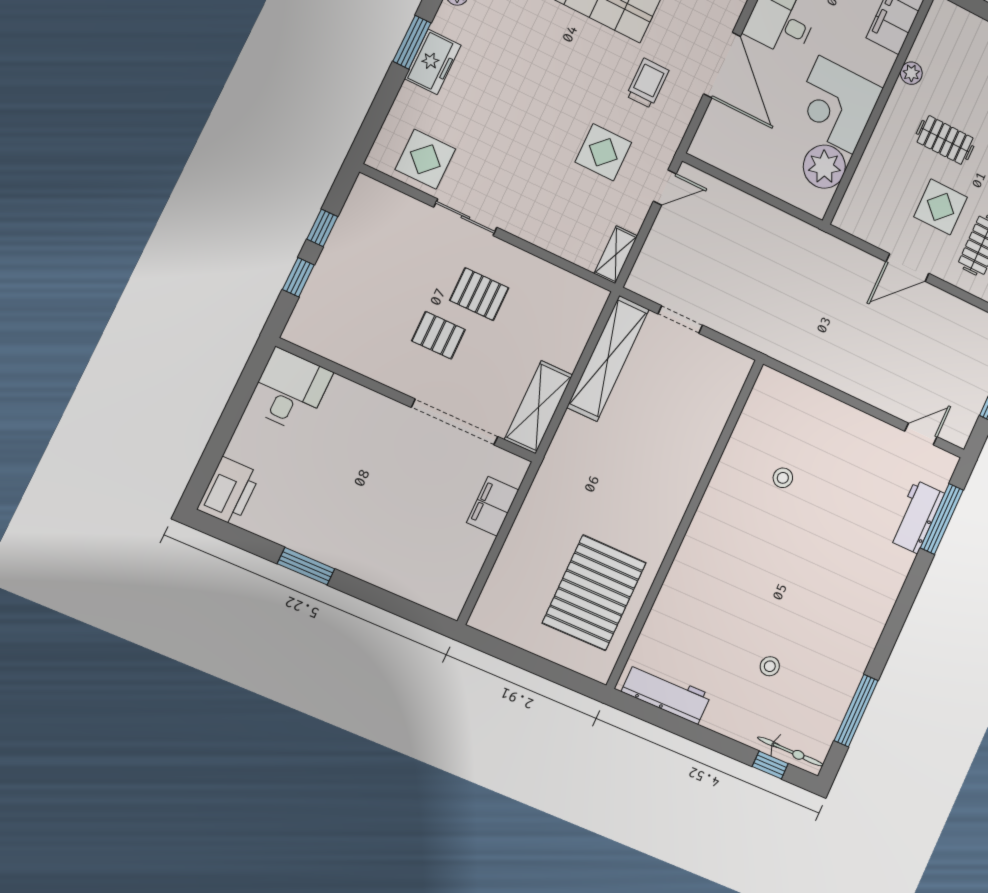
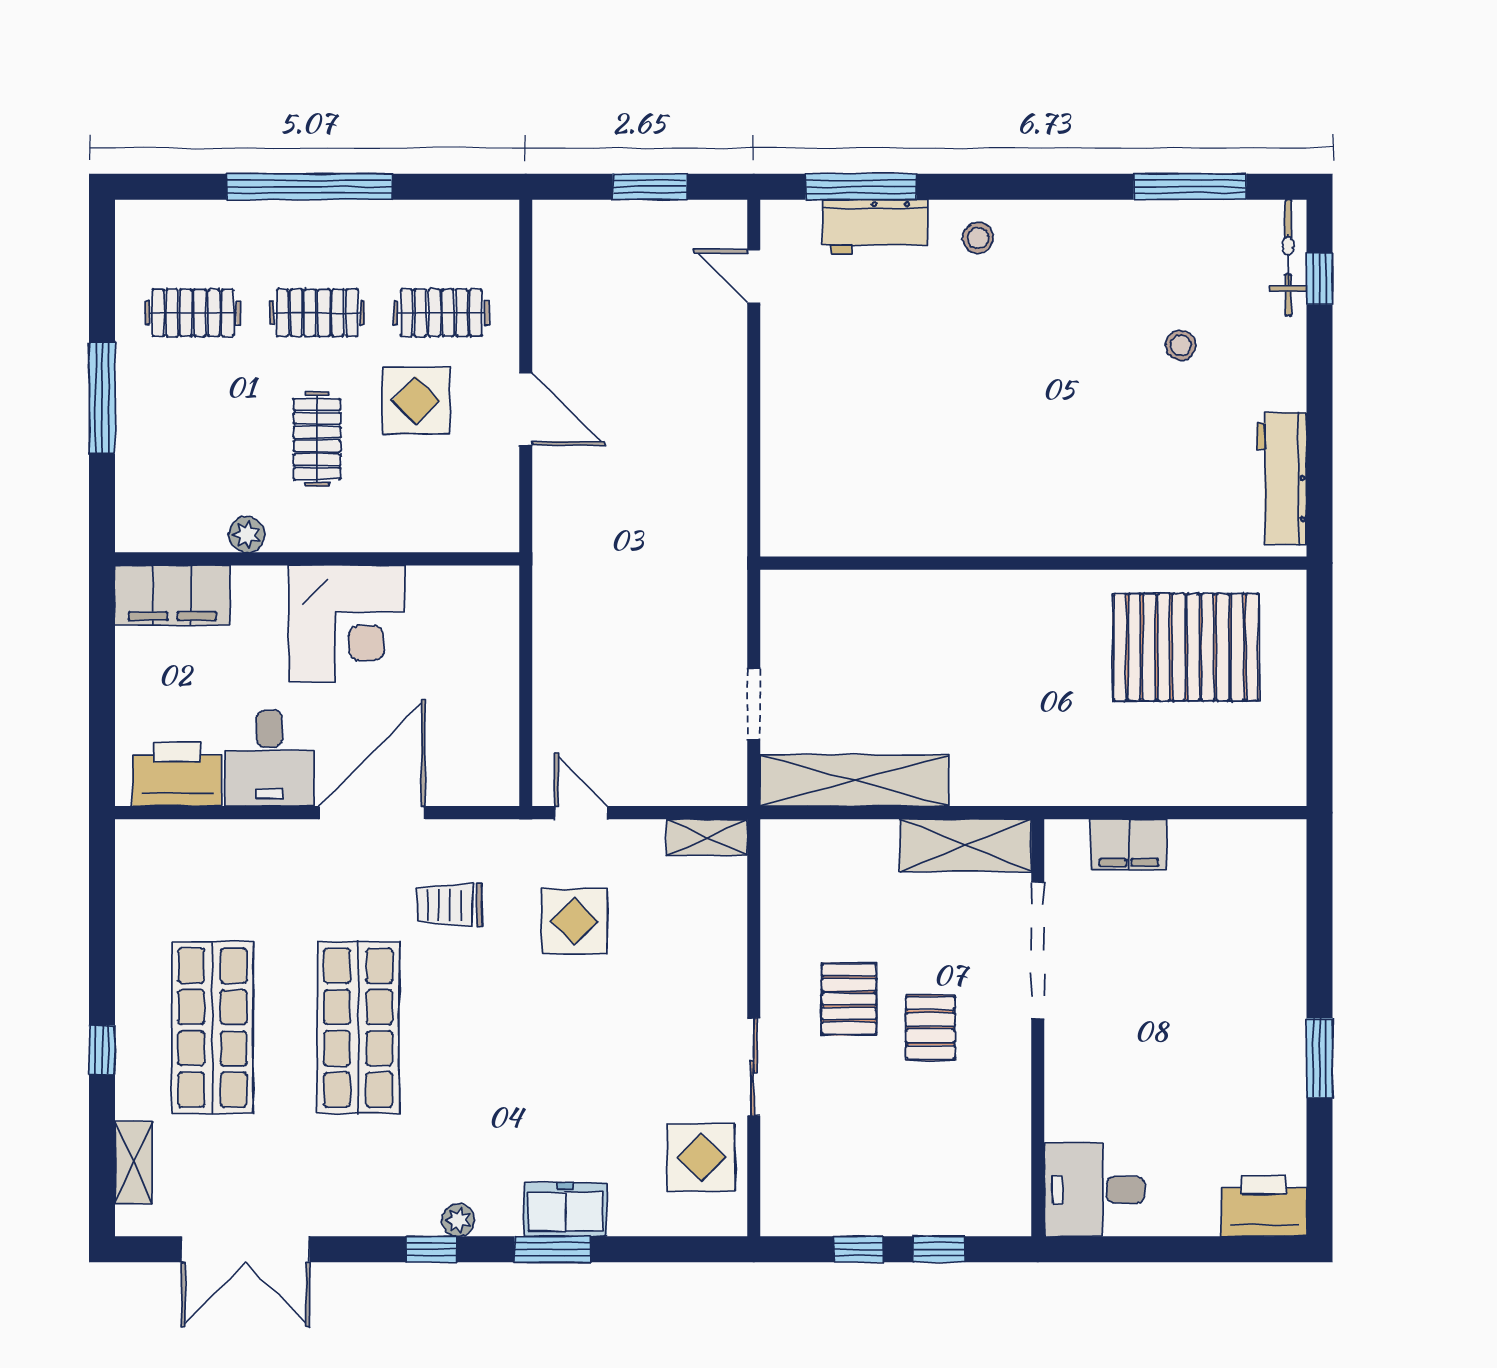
plant: (824, 167) -> (442, 599), removed
stool: (783, 478) -> (978, 238), moved

